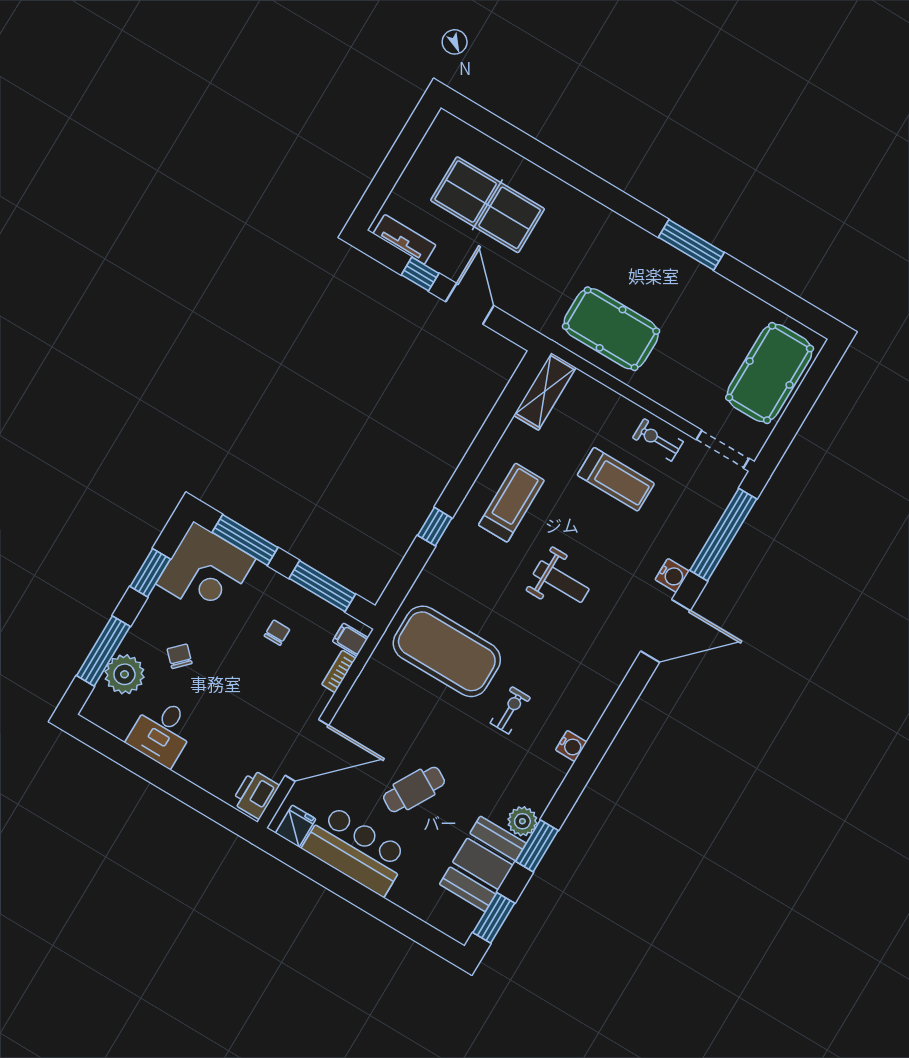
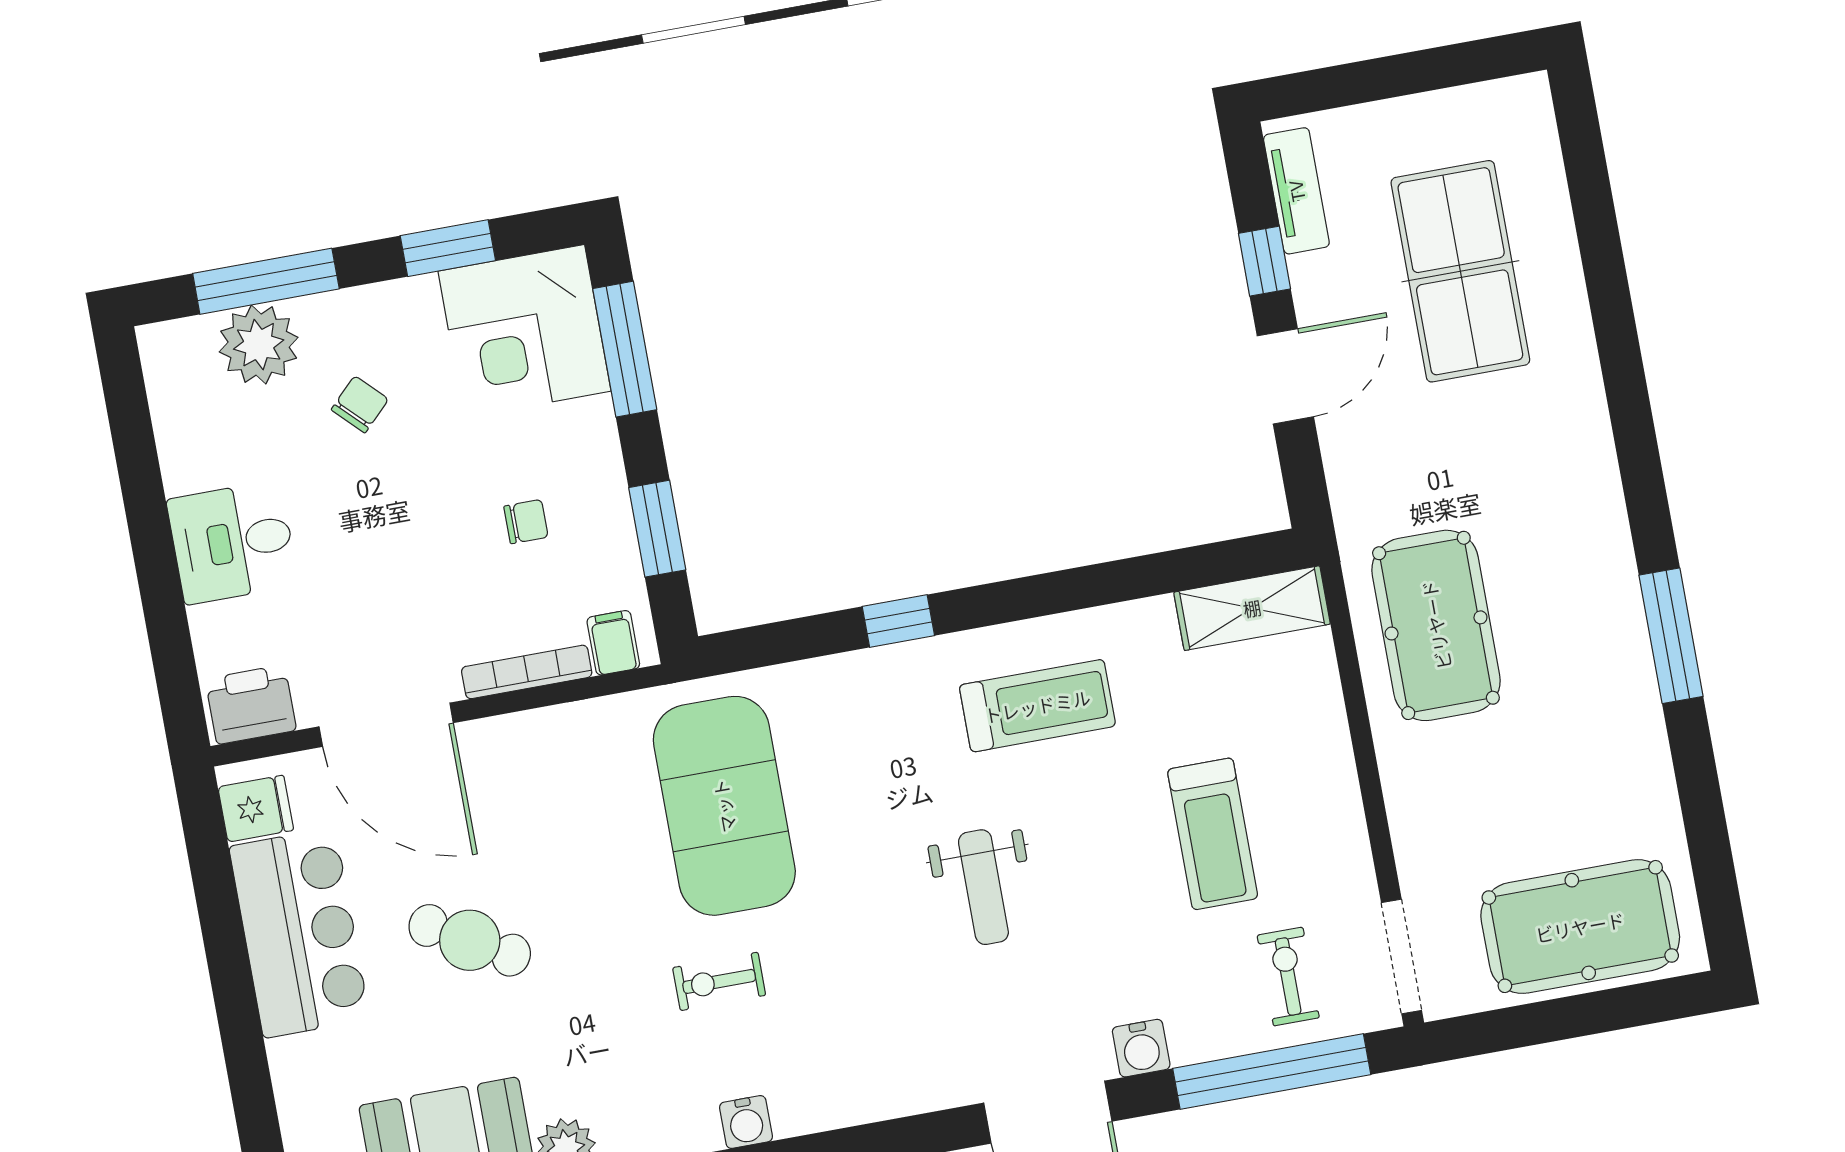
exercise bike: (658, 440) -> (1288, 976), moved
window: (322, 586) -> (657, 529), width x0.69
bookcase: (339, 671) -> (527, 672), width x1.56
exercise bike: (510, 710) -> (719, 981), turned 180
desk: (162, 732) -> (233, 542), moved

